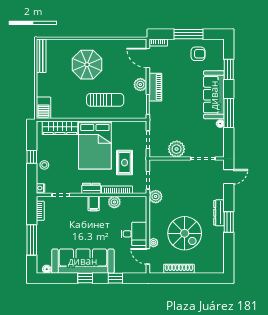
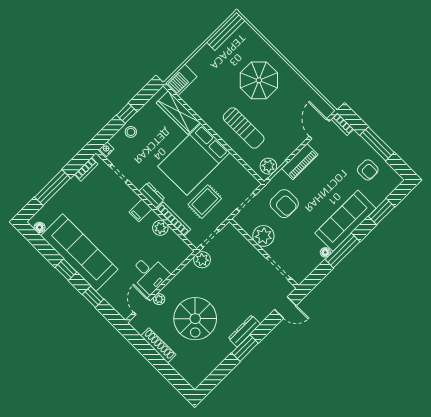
plant: (140, 85) -> (268, 166), moved
armchair: (170, 119) -> (284, 204), added

